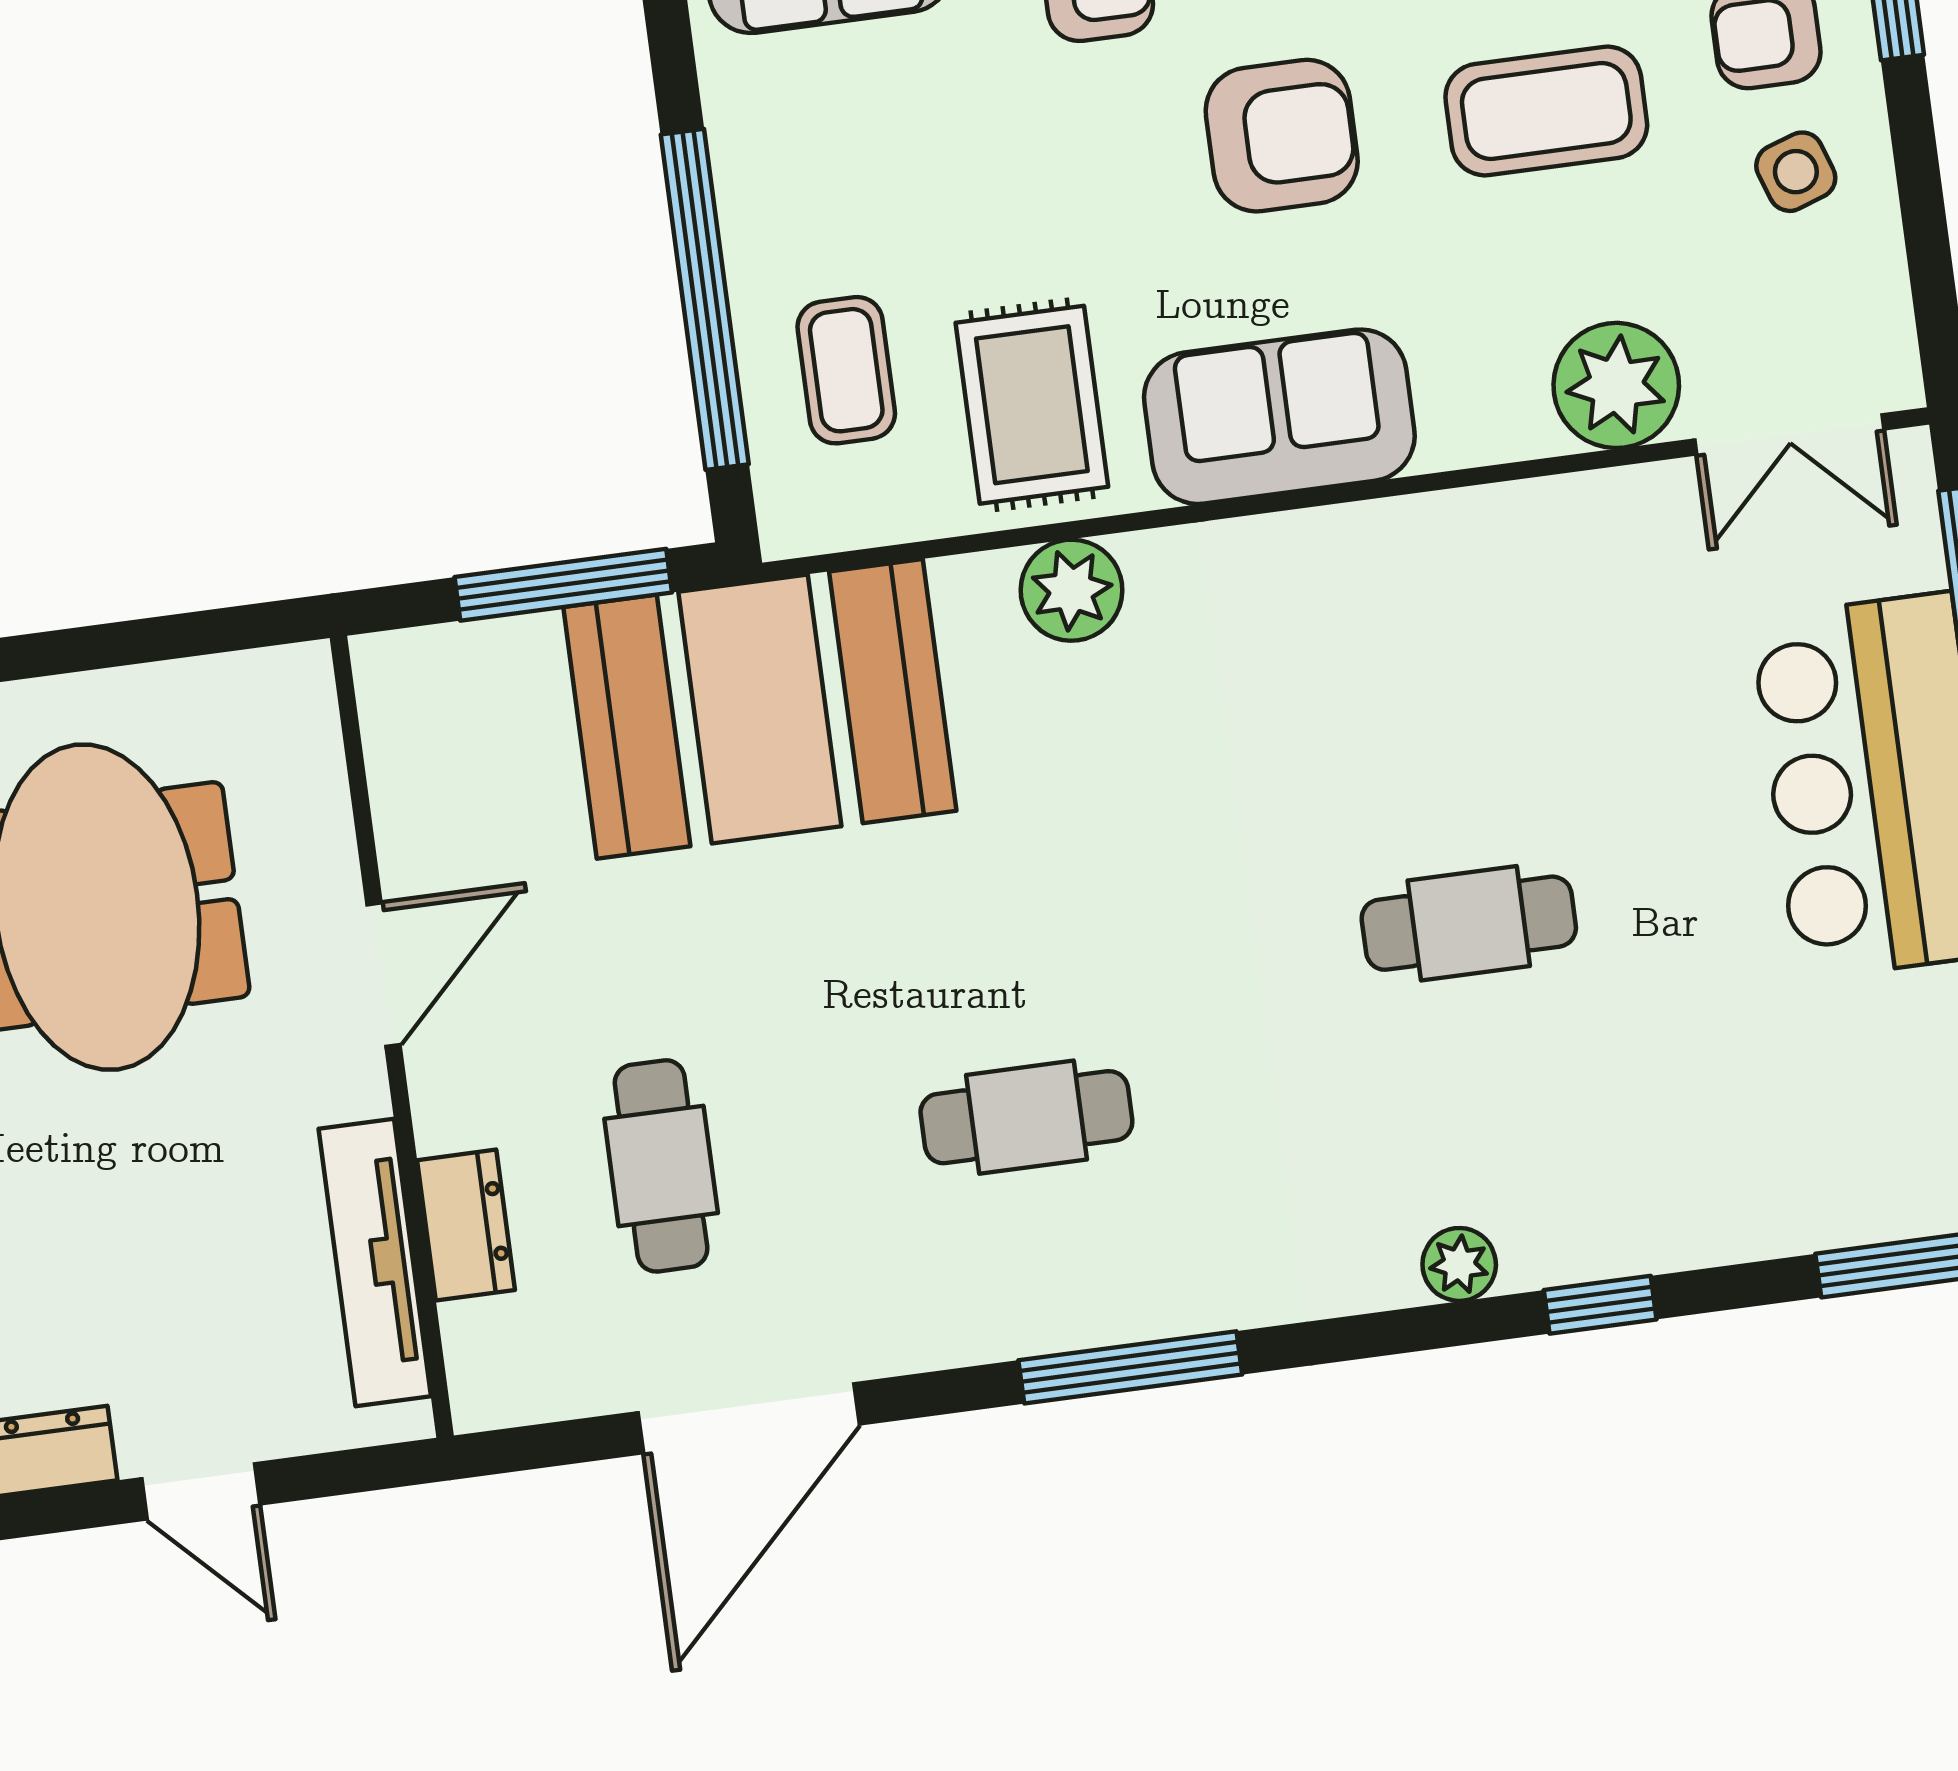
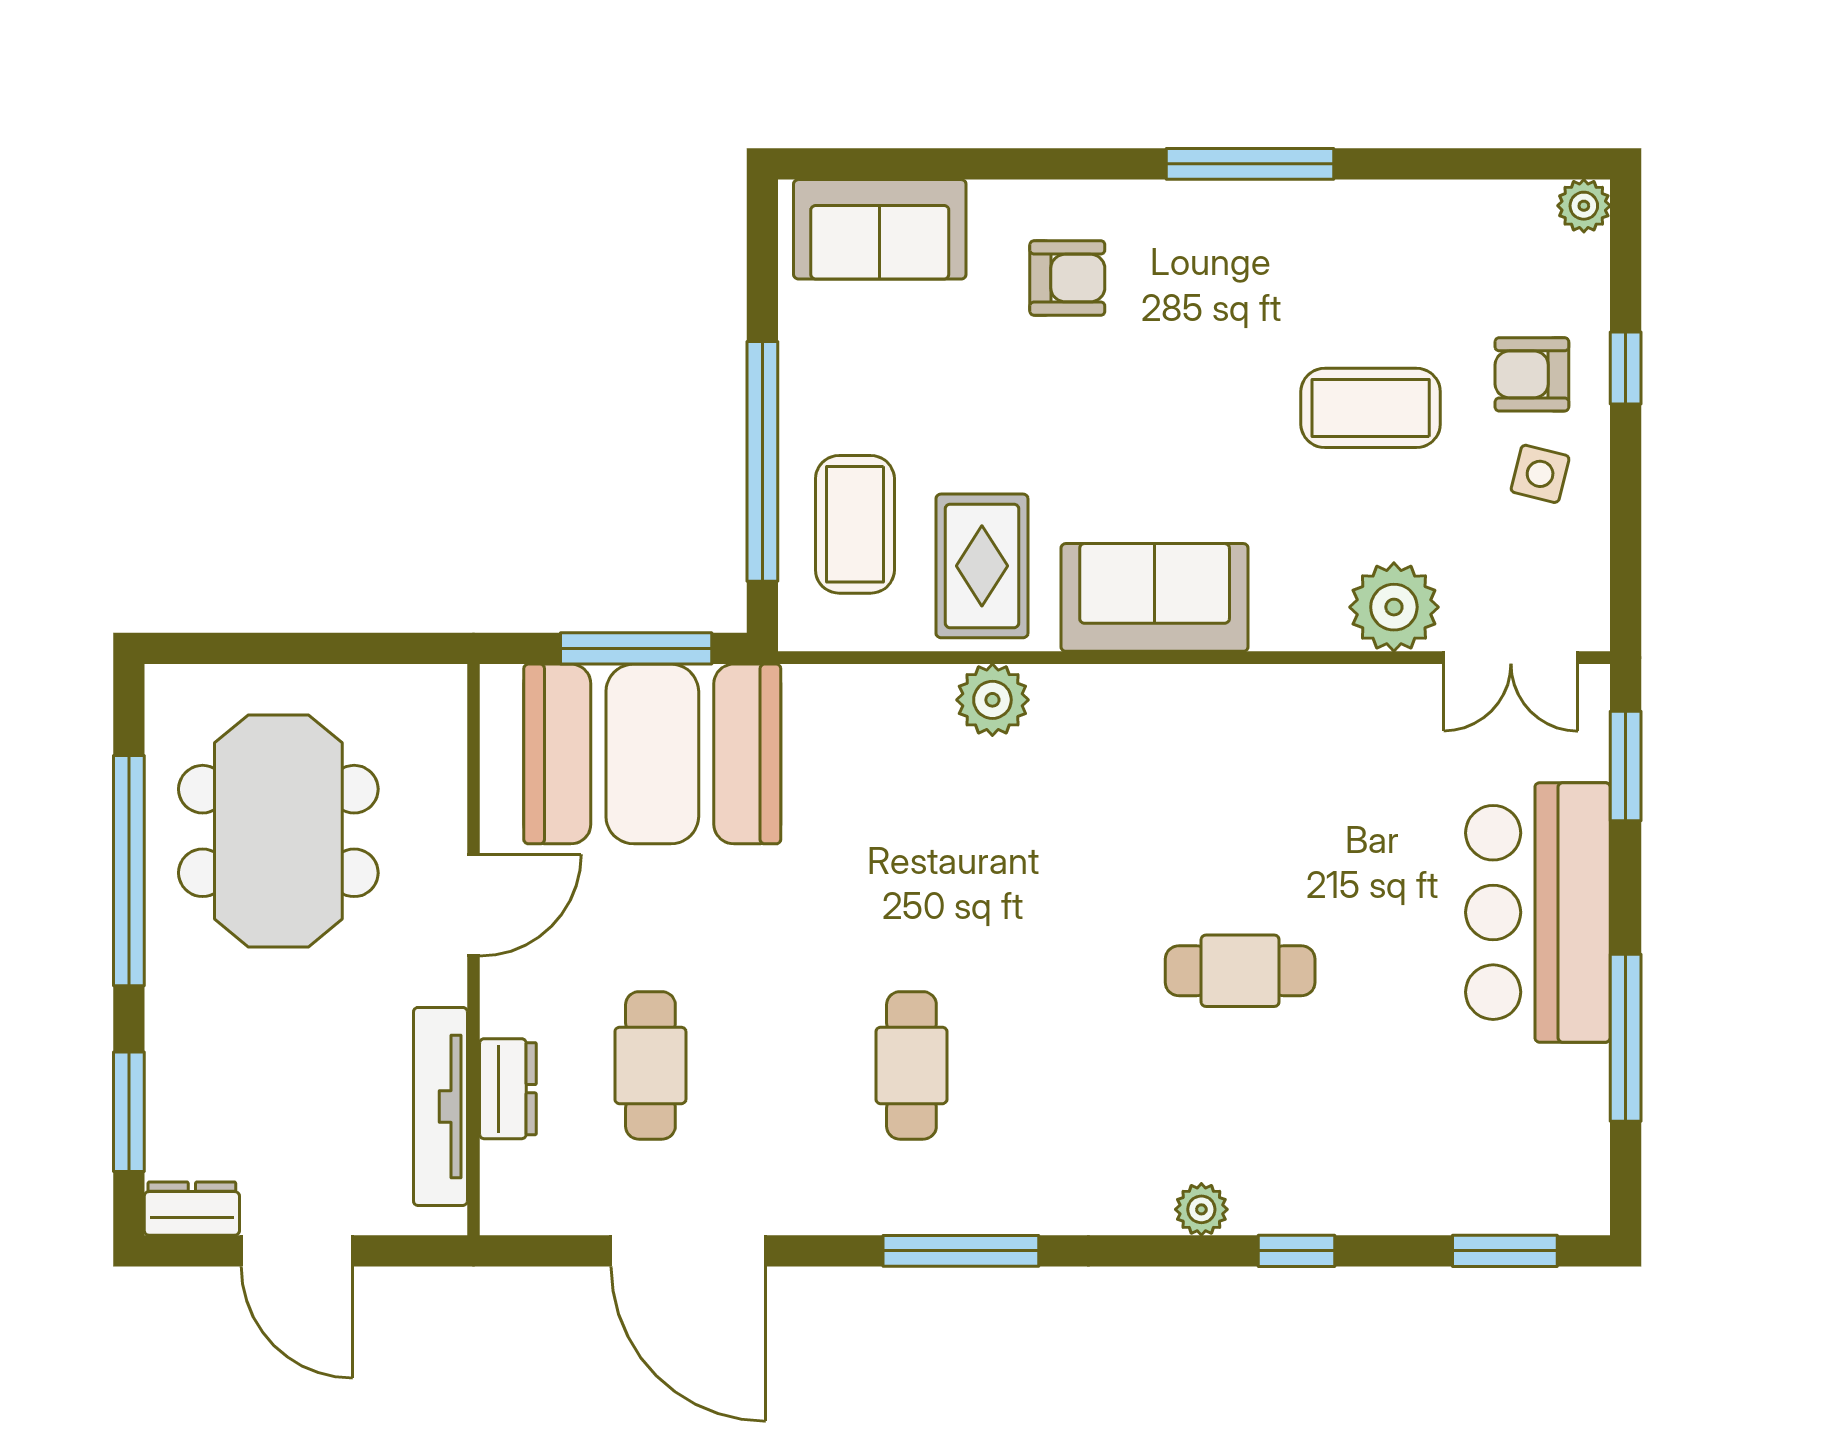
armchair: (1282, 136) -> (1183, 400), removed
side table: (1796, 172) -> (1540, 474), turned 33
coffee table: (846, 370) -> (855, 524), width x1.36, depth x1.30
booth: (760, 709) -> (652, 754), moved
cafe table: (1026, 1117) -> (911, 1065), turned 90
door: (749, 1418) -> (688, 1251), hinge flipped
door: (201, 1491) -> (297, 1251), width x1.38

